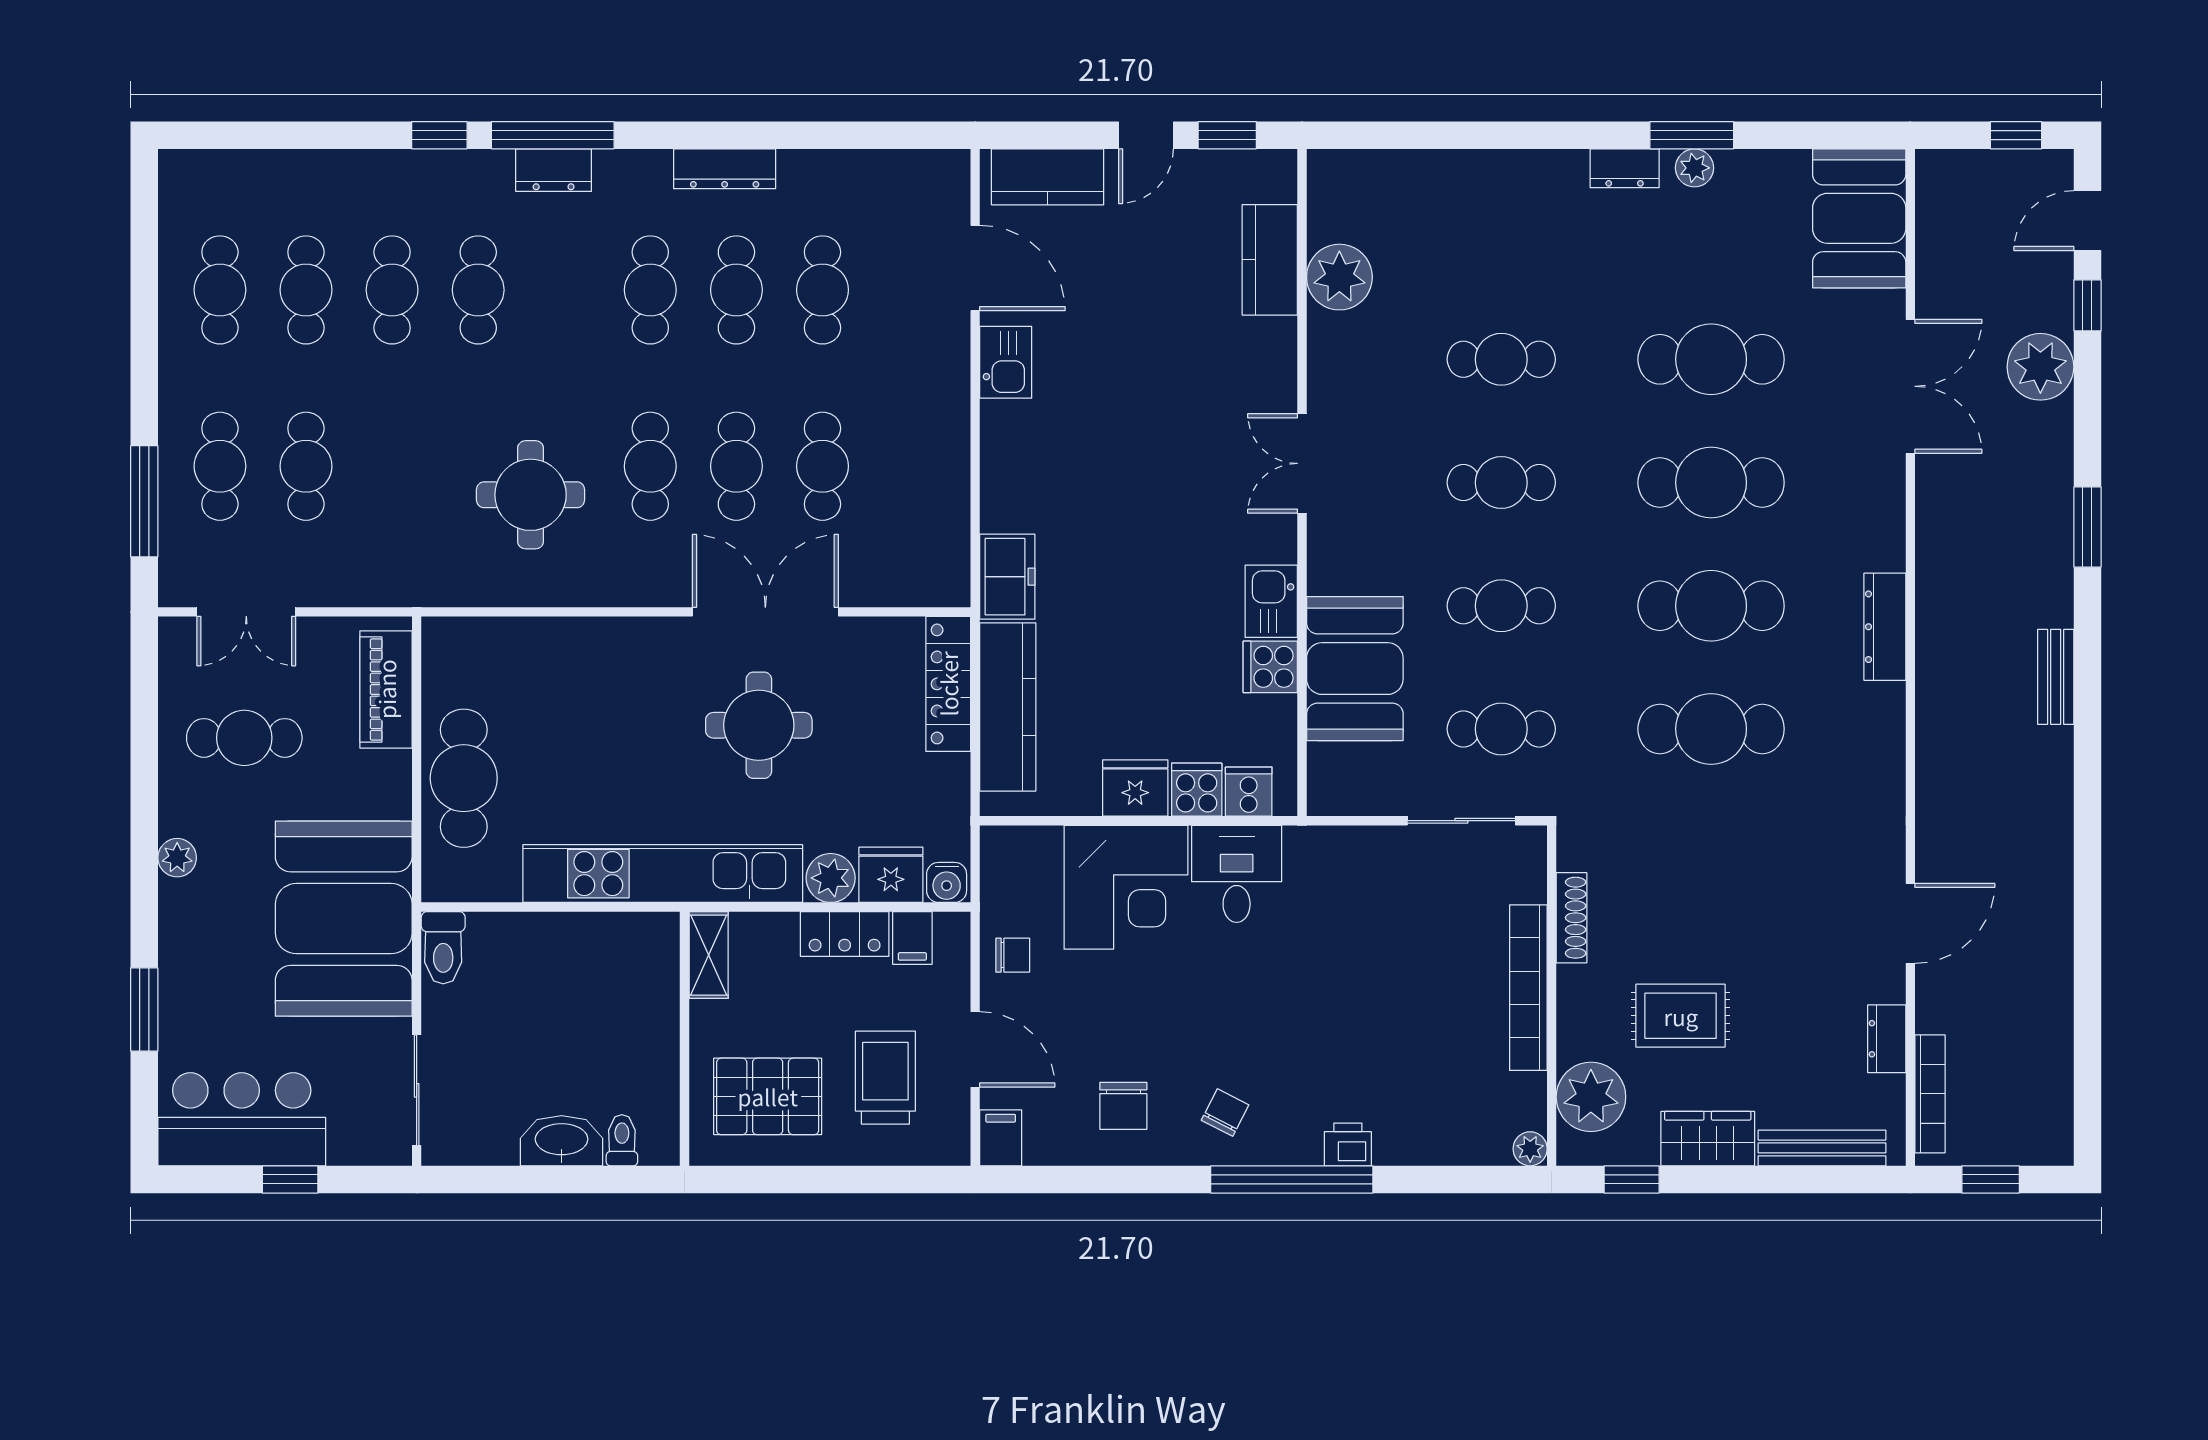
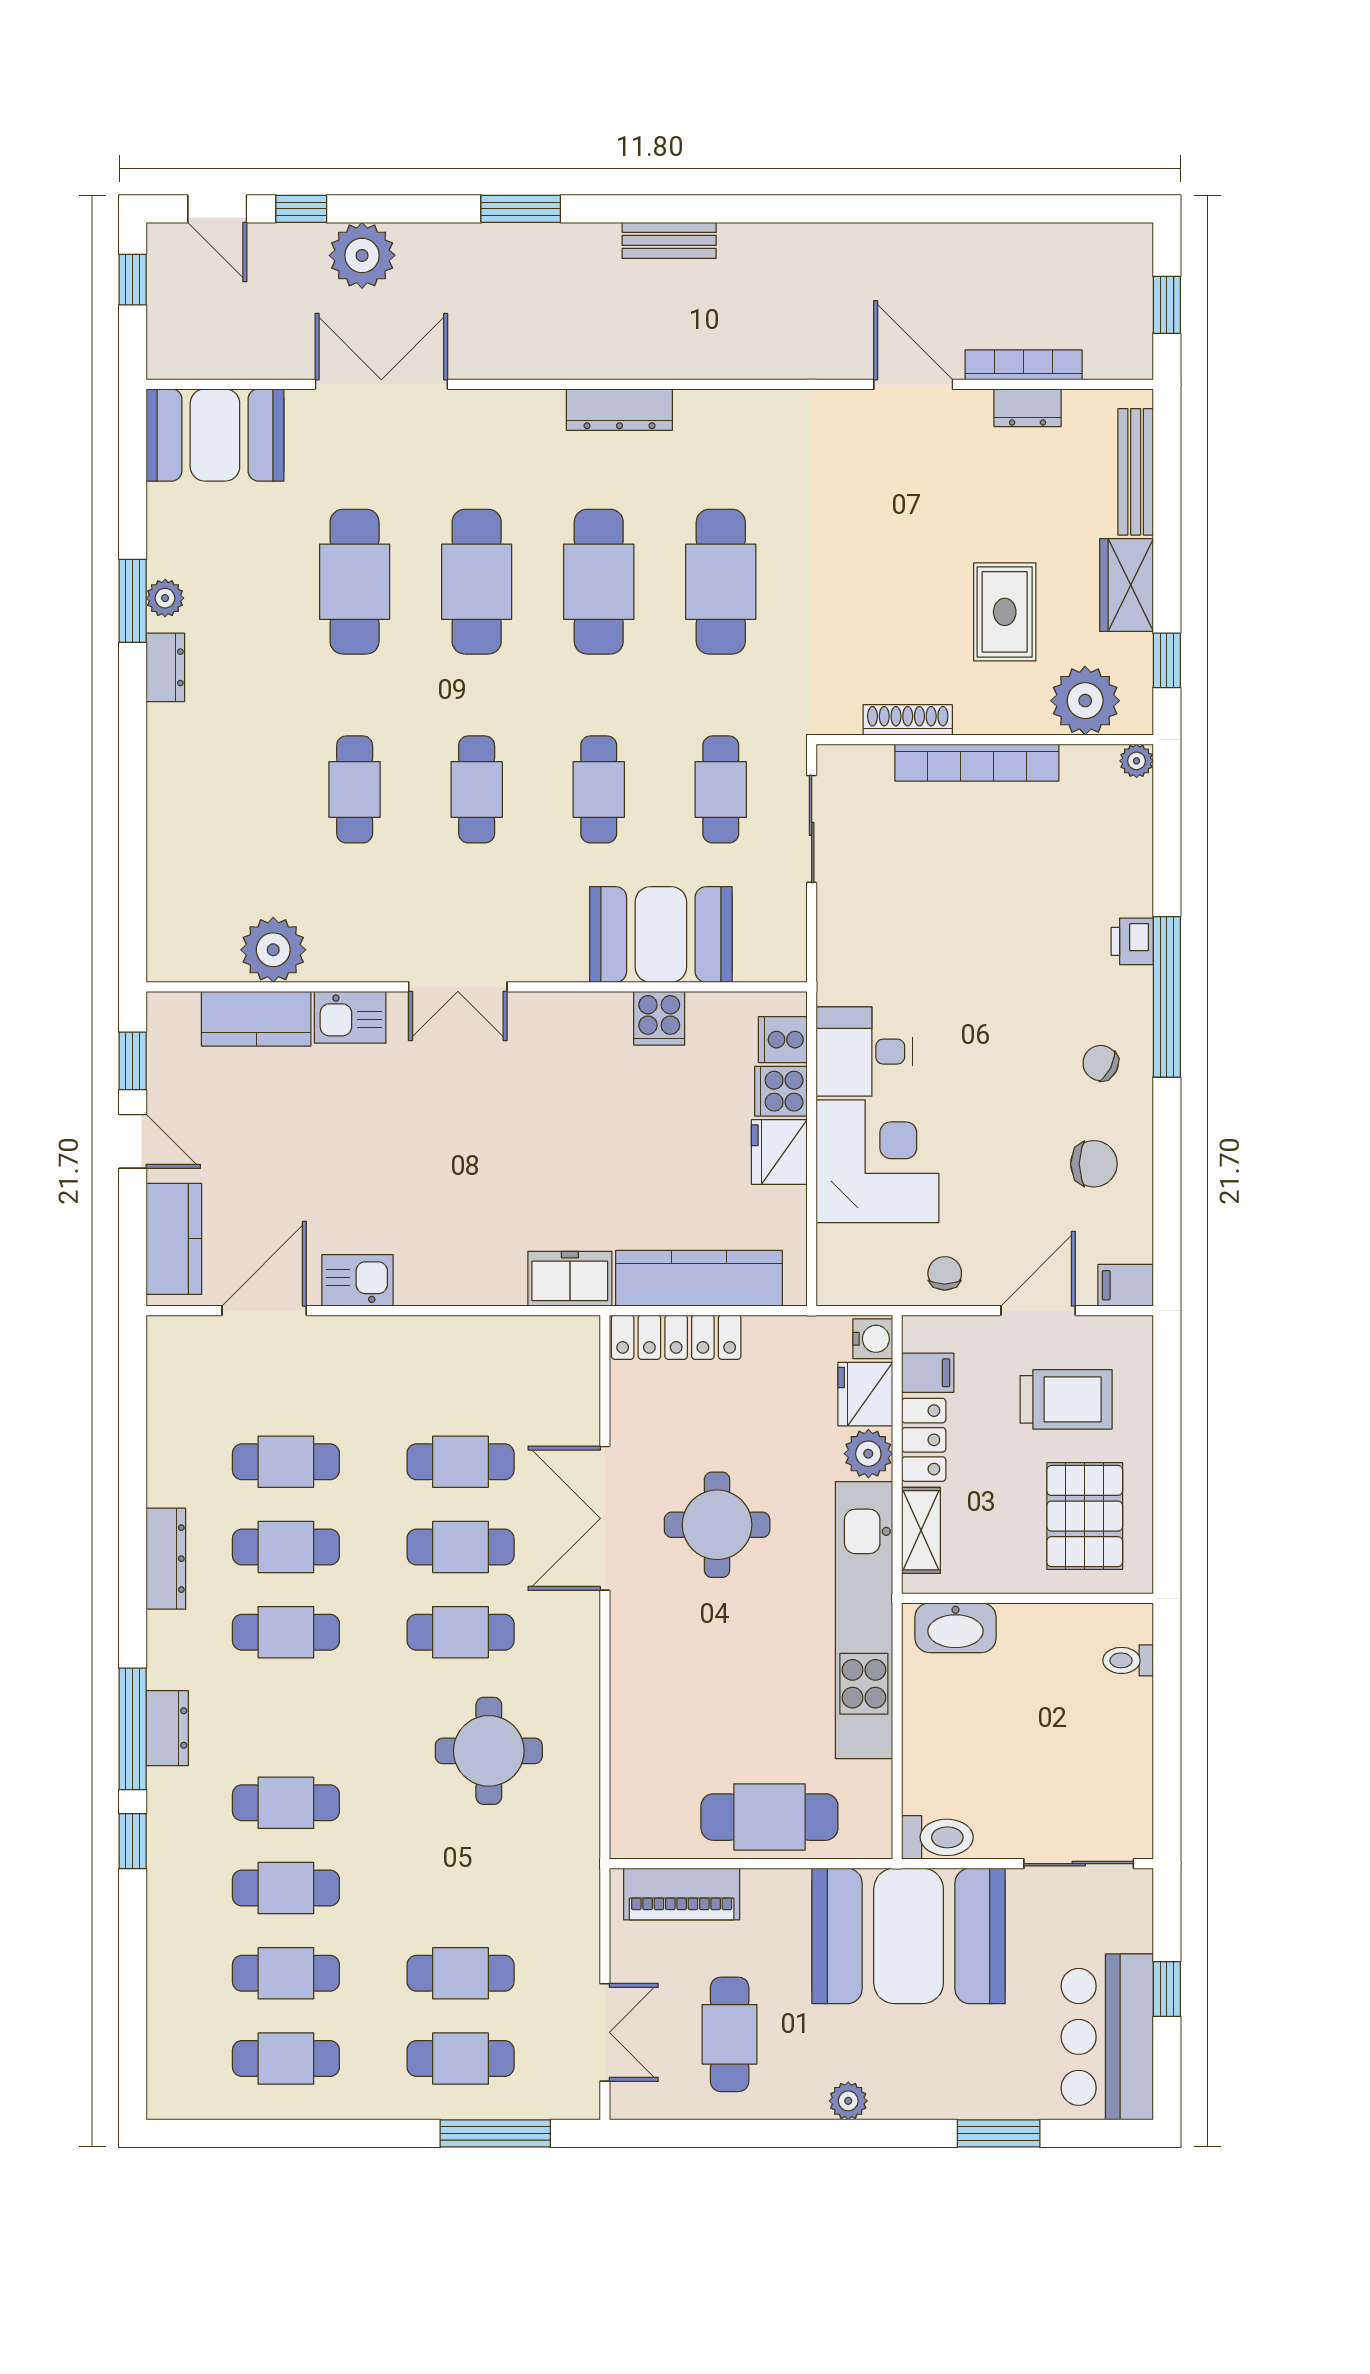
kitchen sink: (1271, 601) -> (350, 1017), moved
shelving: (709, 955) -> (921, 1530), moved, turned 90
trolley: (885, 1078) -> (1066, 1399), turned 180
bookcase: (1930, 1094) -> (1024, 365), moved
washbasin: (562, 1141) -> (956, 1628), moved, turned -90

